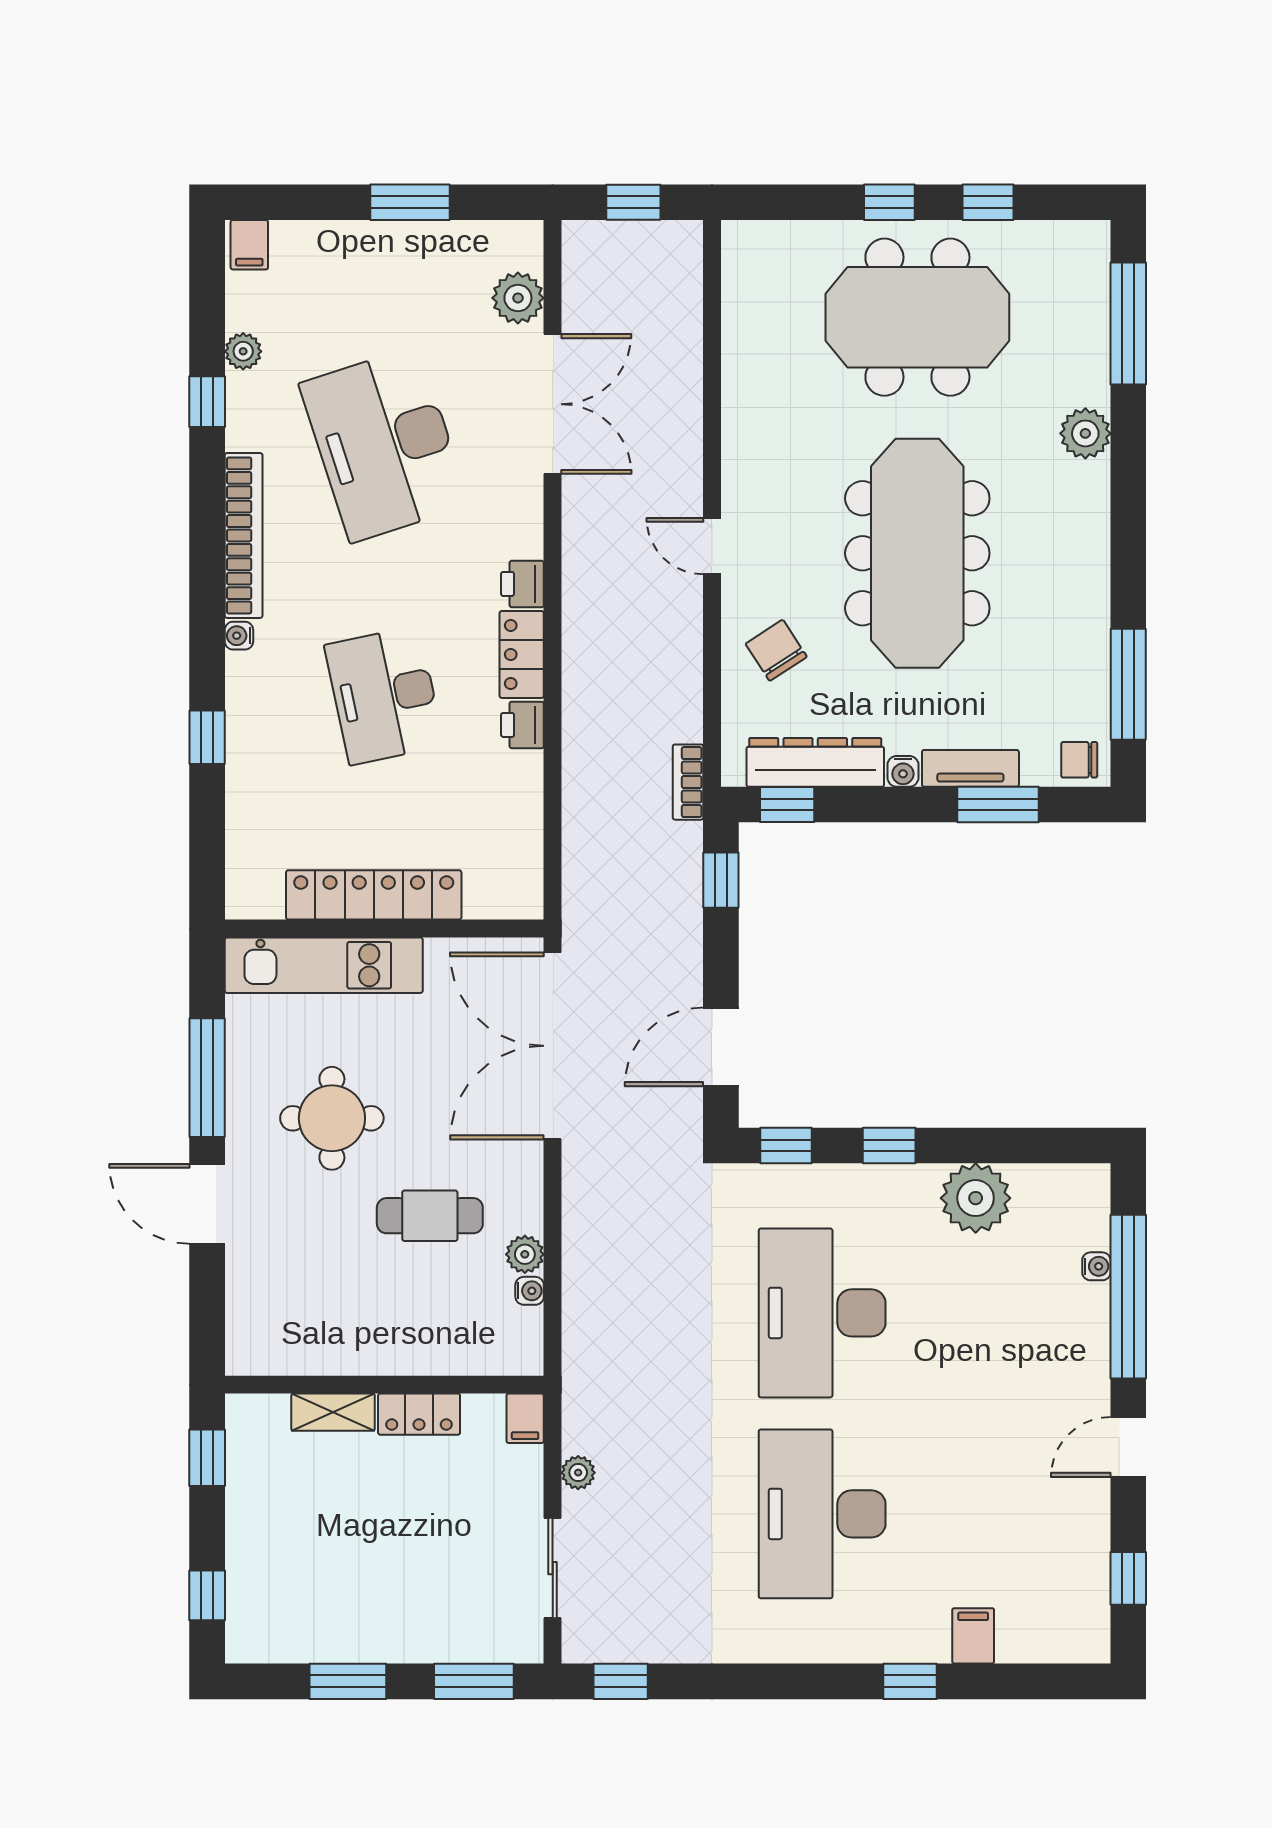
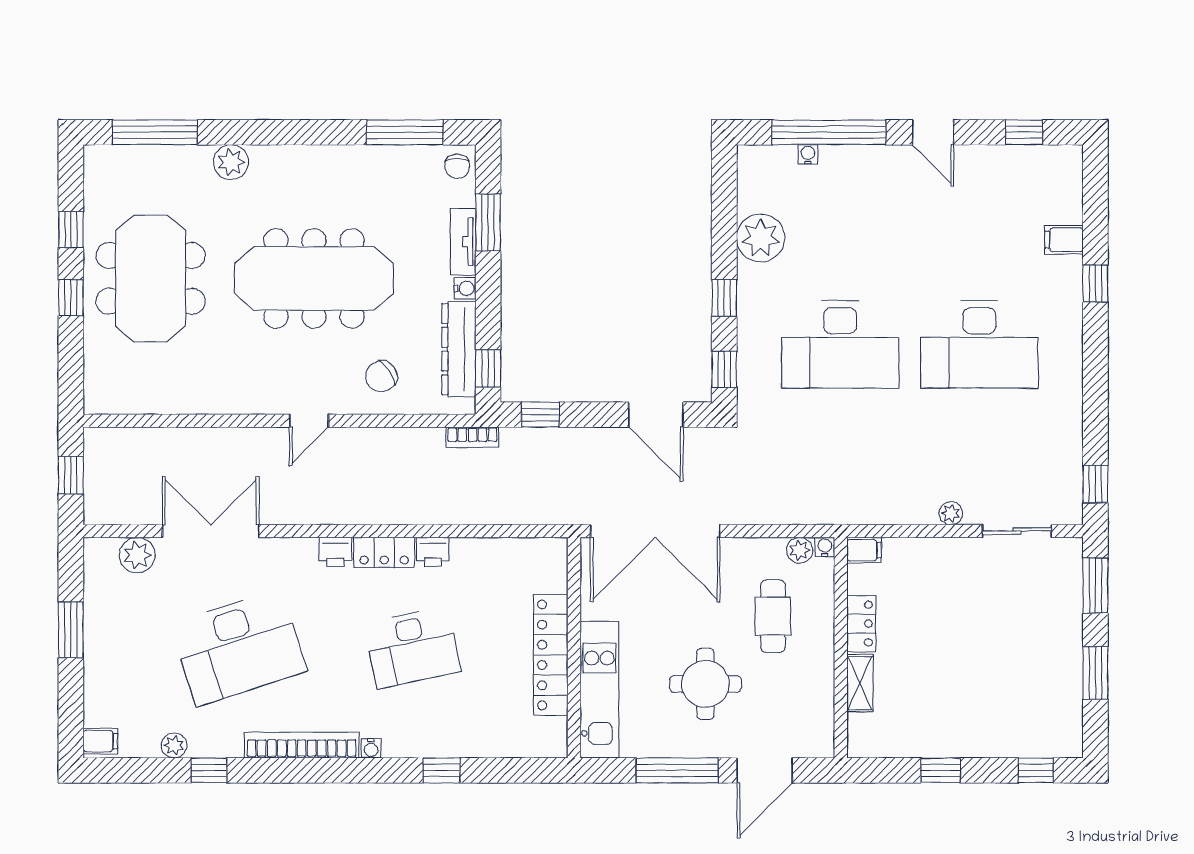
wall: (384, 1385) -> (841, 648), moved
shelving: (333, 1412) -> (860, 683), moved
locker: (419, 1414) -> (861, 624), moved
filing cabinet: (525, 1418) -> (864, 550), moved

